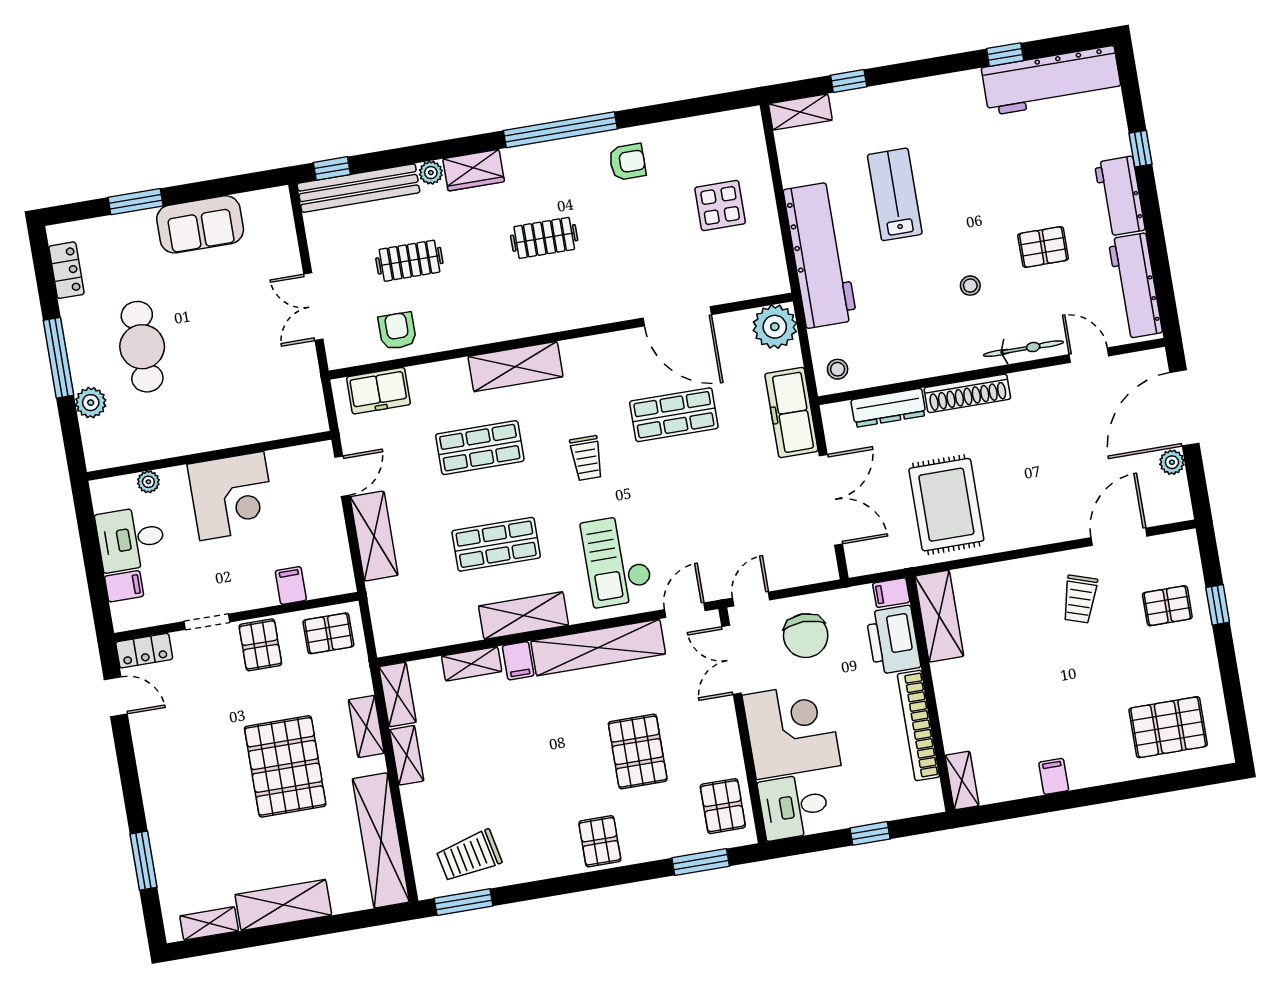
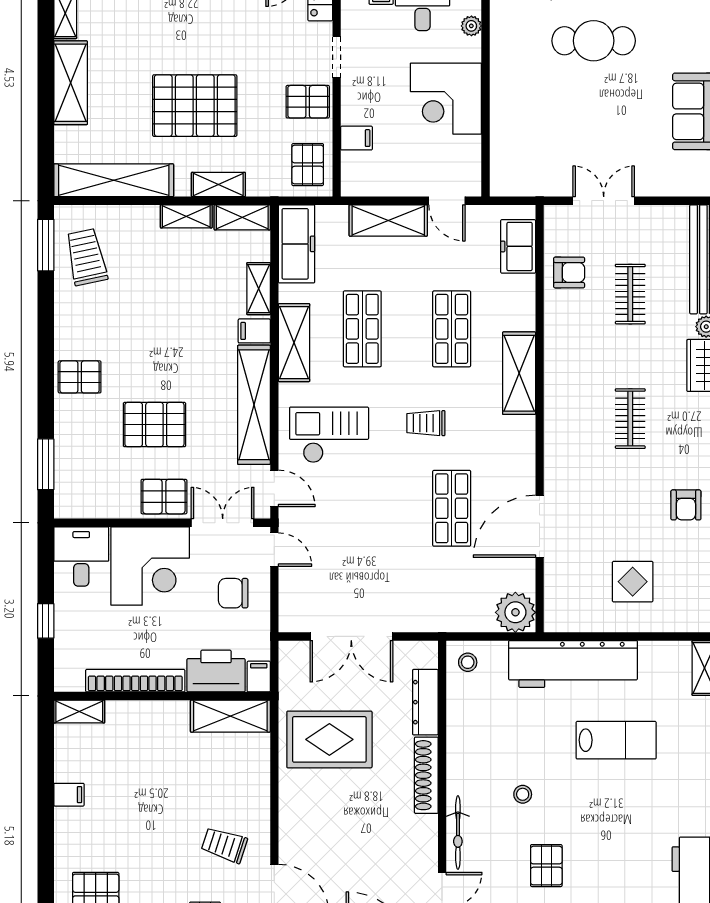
freezer: (791, 413) -> (297, 244), moved, turned 90
chair: (806, 636) -> (233, 593), width x0.73, depth x0.73
pallet: (723, 806) -> (164, 497), moved

